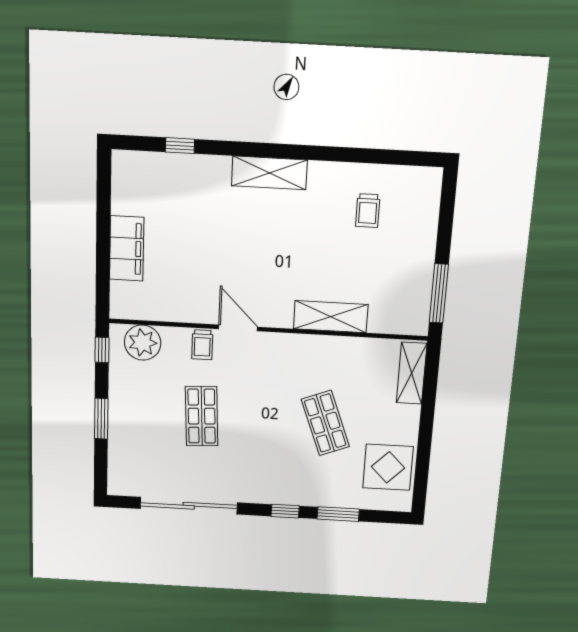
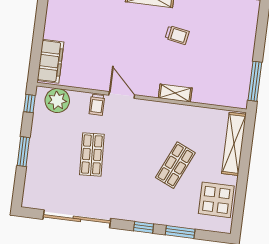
trolley: (368, 211) -> (177, 35), moved, turned -80
filing cabinet: (127, 248) -> (50, 61), moved
shelving: (331, 317) -> (175, 93), width x0.67, depth x0.75
shelving: (412, 373) -> (234, 144), width x1.47
shop shelf: (325, 423) -> (175, 165), turned 45

